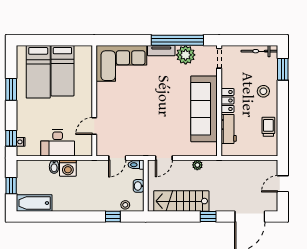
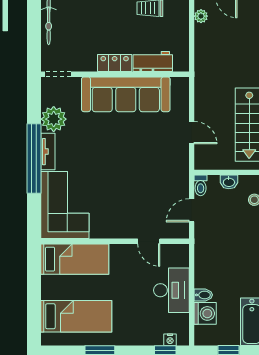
window: (177, 40) -> (34, 159), moved
bed: (62, 71) -> (75, 259), moved
stool: (263, 91) -> (102, 15), removed
door: (117, 158) -> (192, 210), swing flipped
door: (164, 158) -> (192, 133), moved
plant: (197, 165) -> (201, 16), moved
washing machine: (68, 168) -> (205, 313), moved

